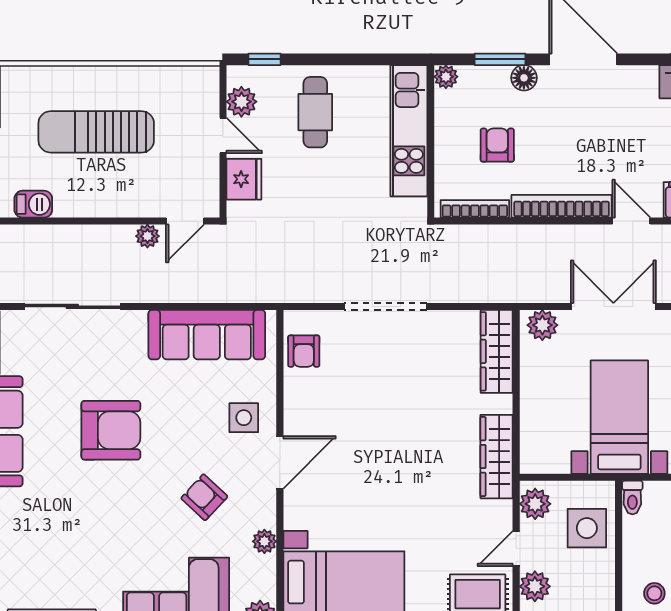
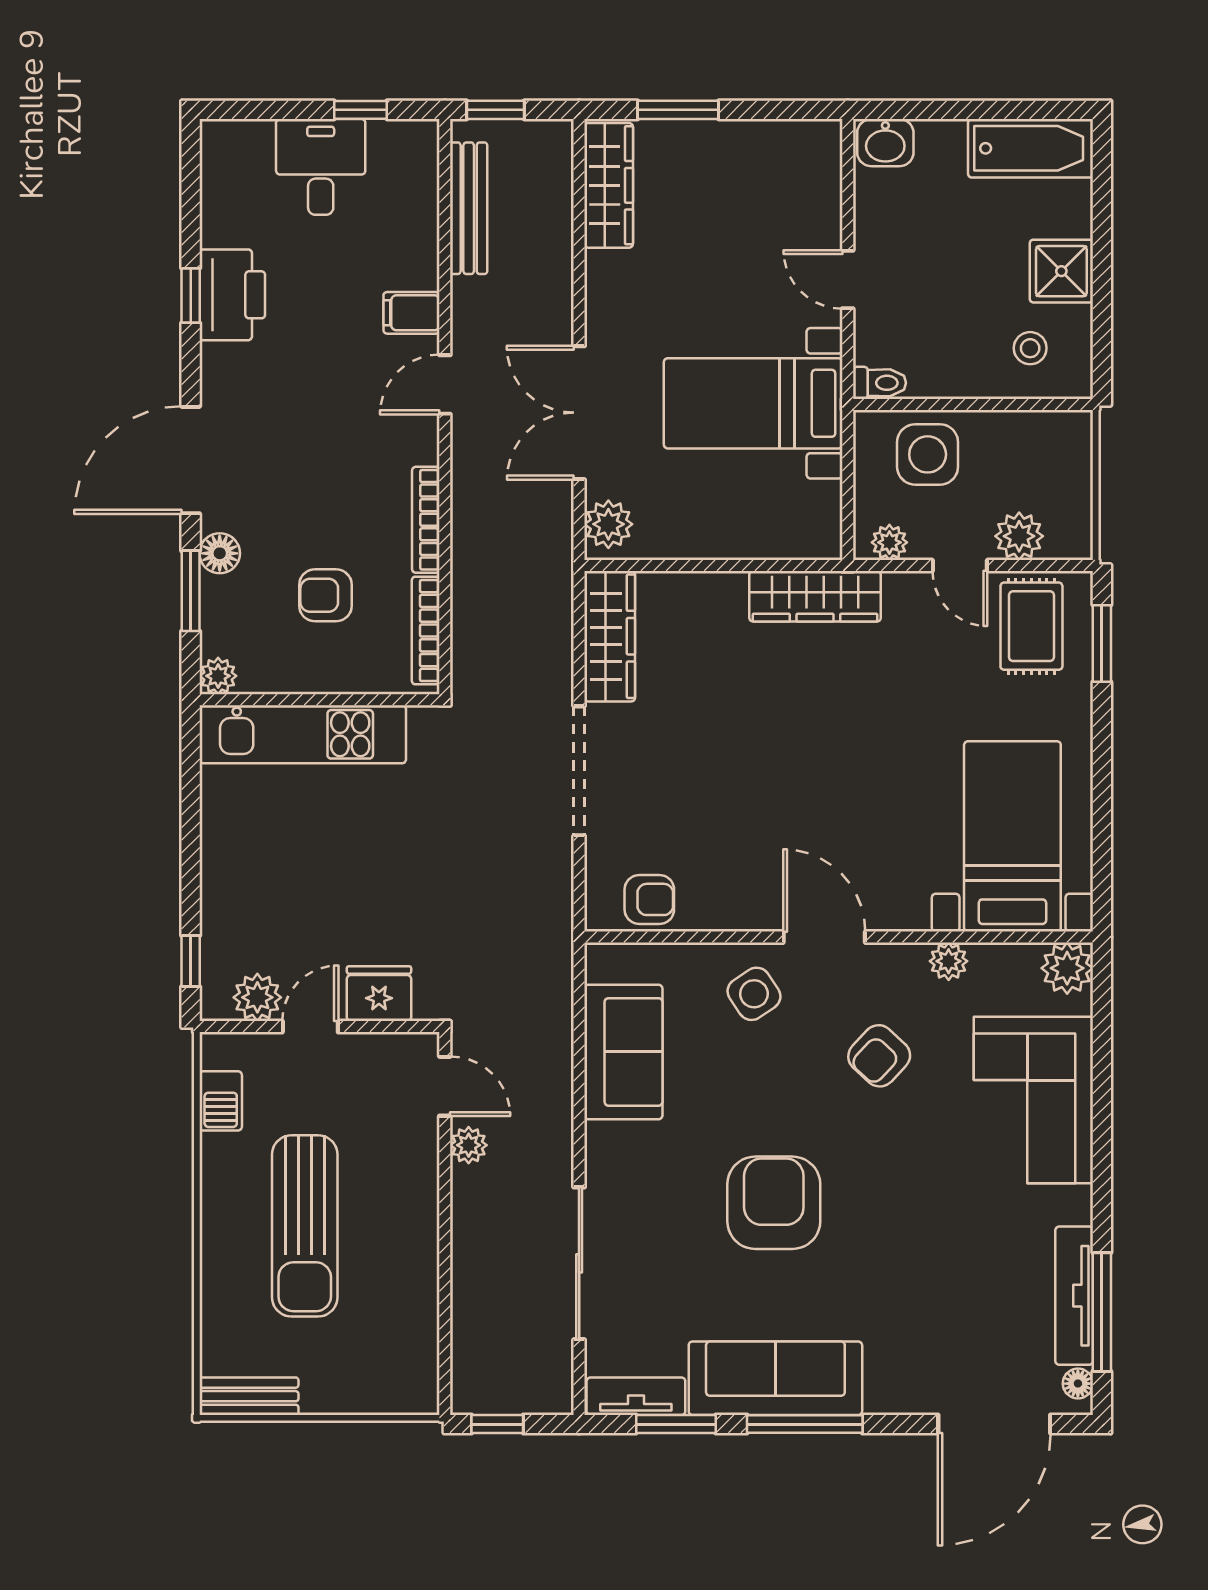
cafe table: (315, 112) -> (274, 881), removed
barbecue: (33, 204) -> (221, 1101), moved, turned 180
bookcase: (562, 206) -> (426, 520), width x0.68, depth x0.76
sofa: (207, 335) -> (623, 1052), width x0.73
wardrobe: (497, 351) -> (610, 636), moved, turned -90
side table: (244, 418) -> (754, 994), turned -34
plant: (535, 504) -> (889, 542), width x0.73, depth x0.73

